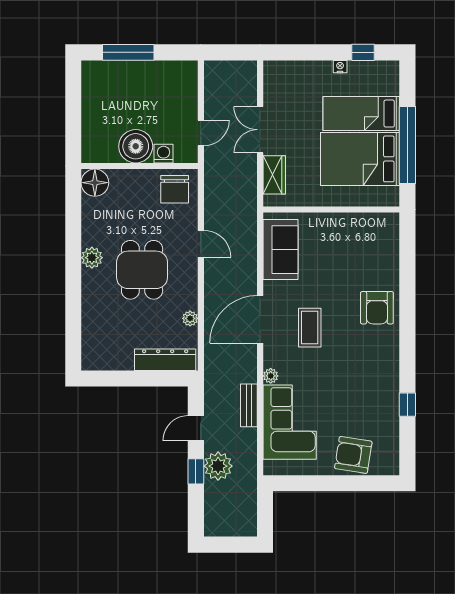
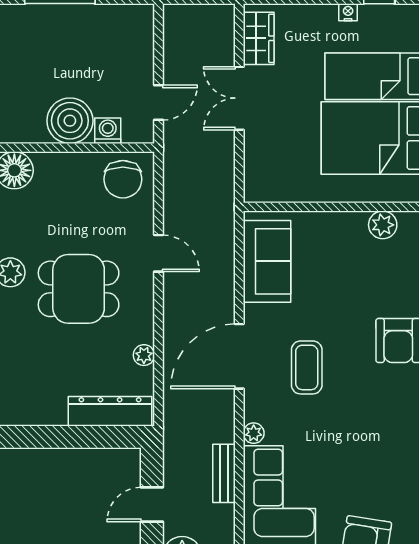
wardrobe: (274, 175) -> (259, 38), moved
plant: (365, 223) -> (383, 225), added
dining table: (142, 270) -> (79, 289), turned 90

